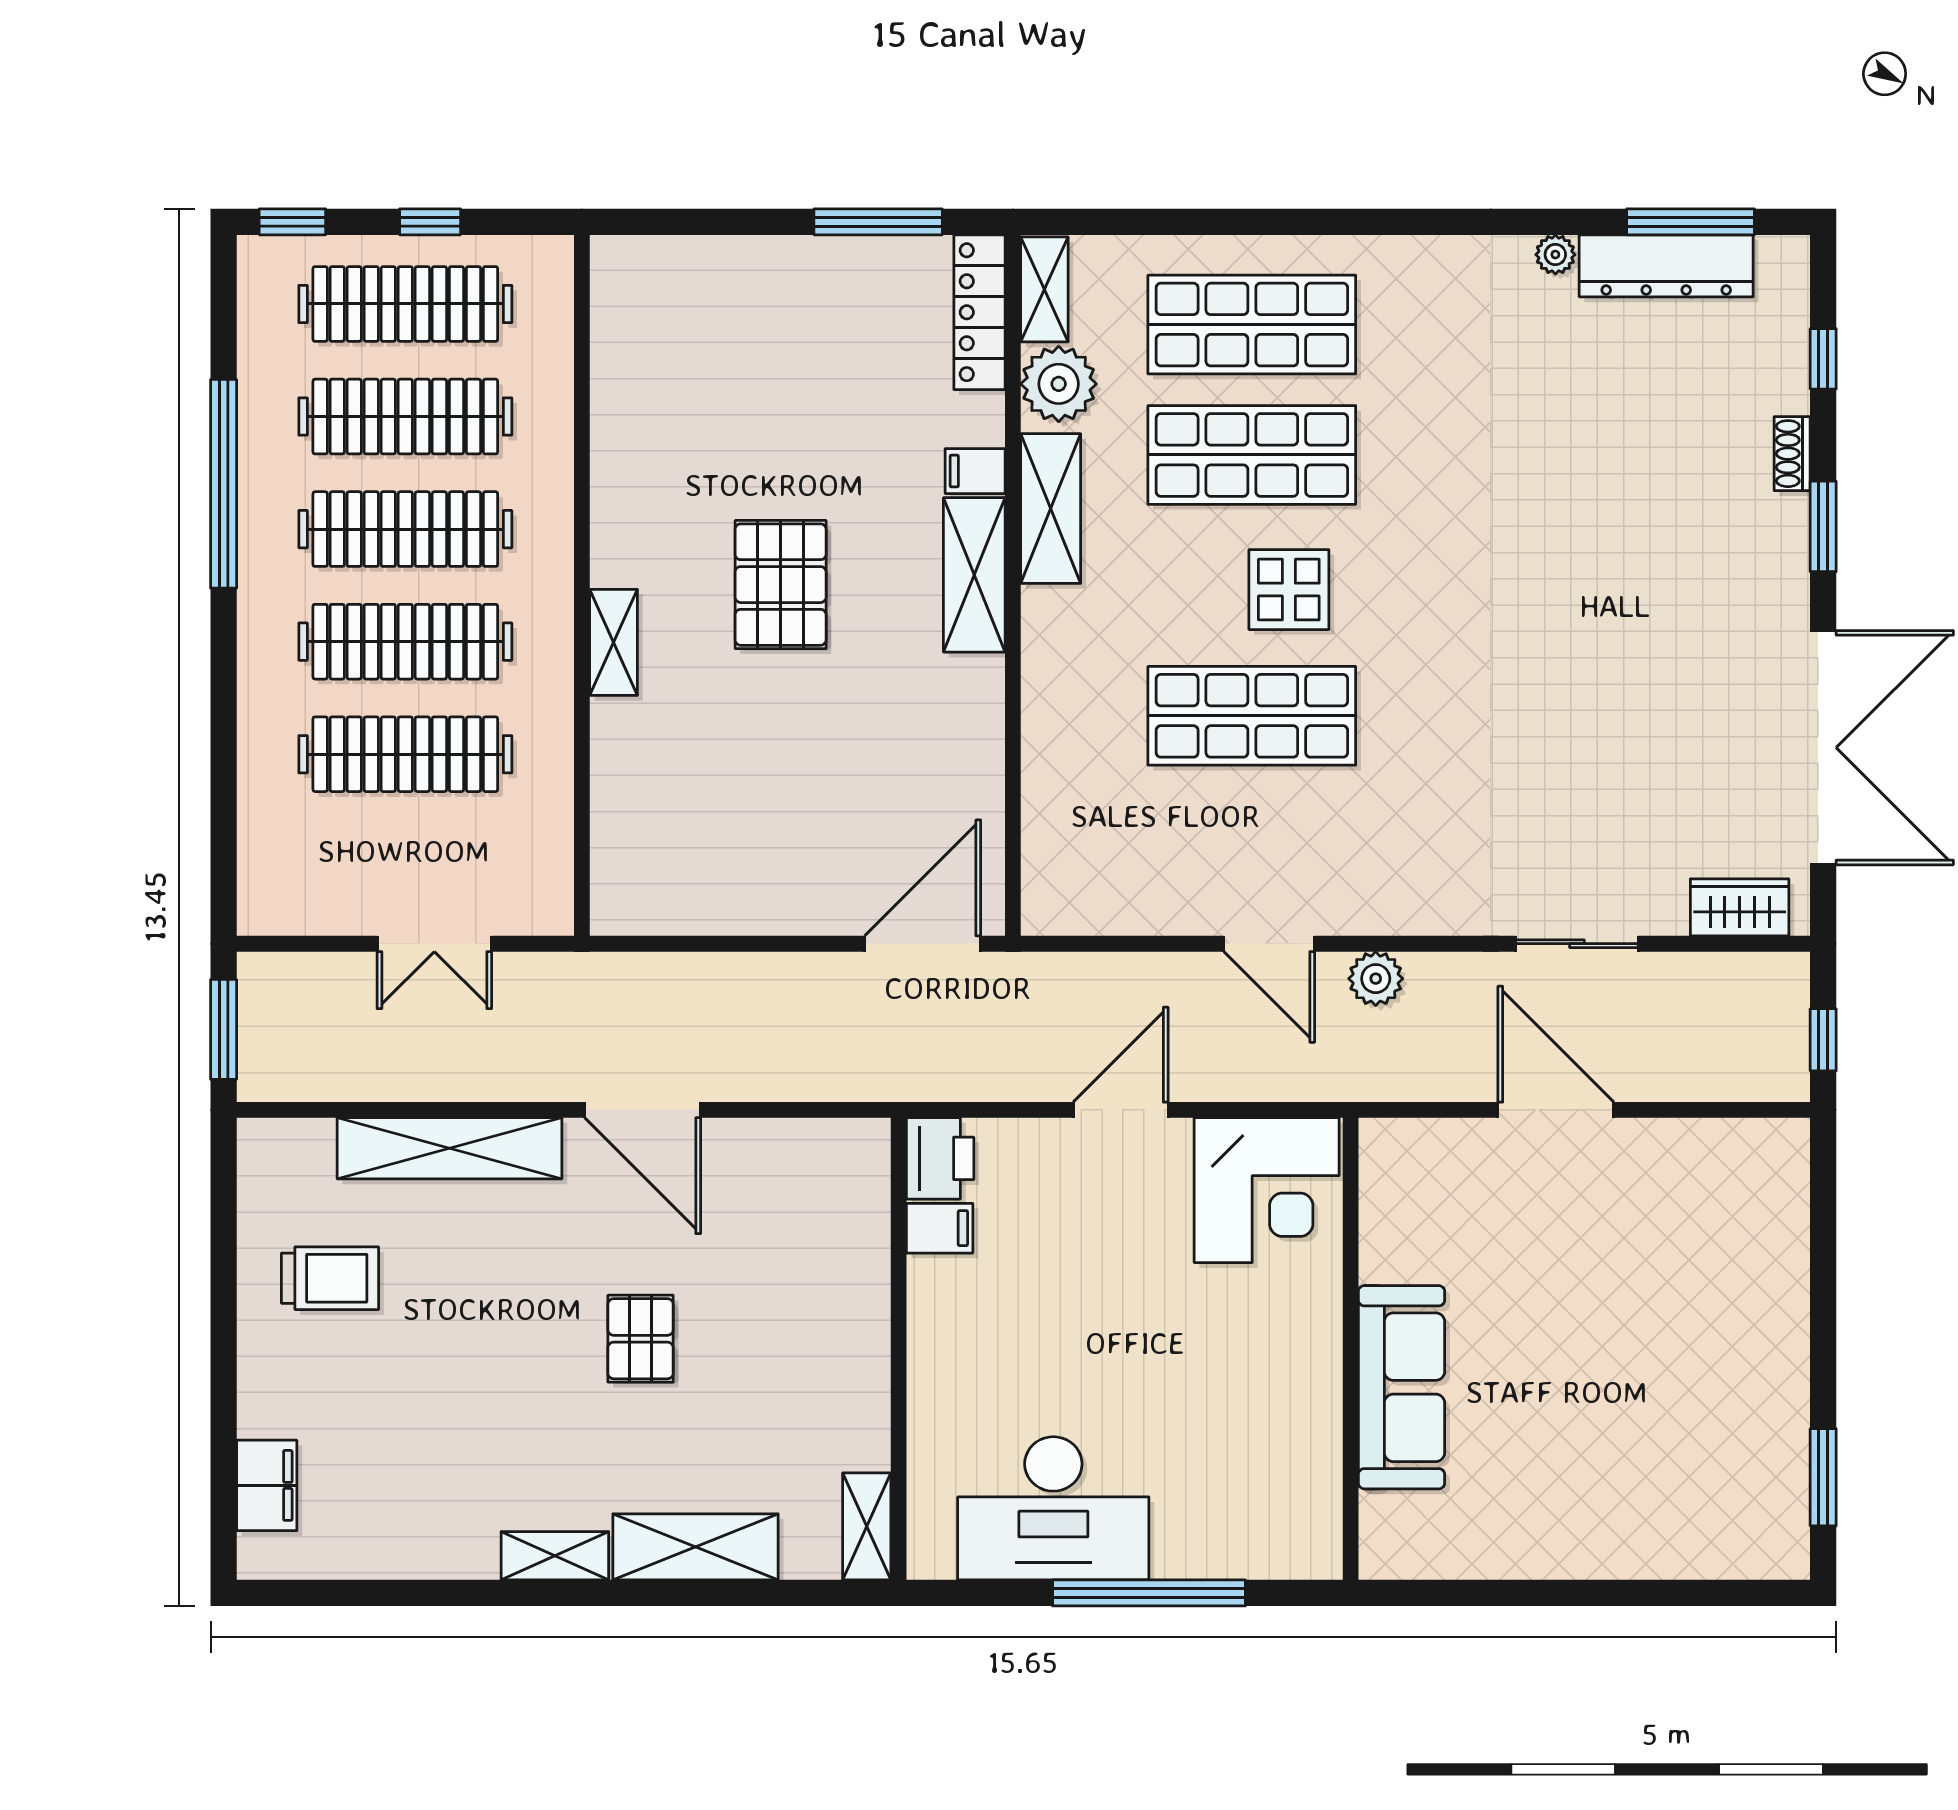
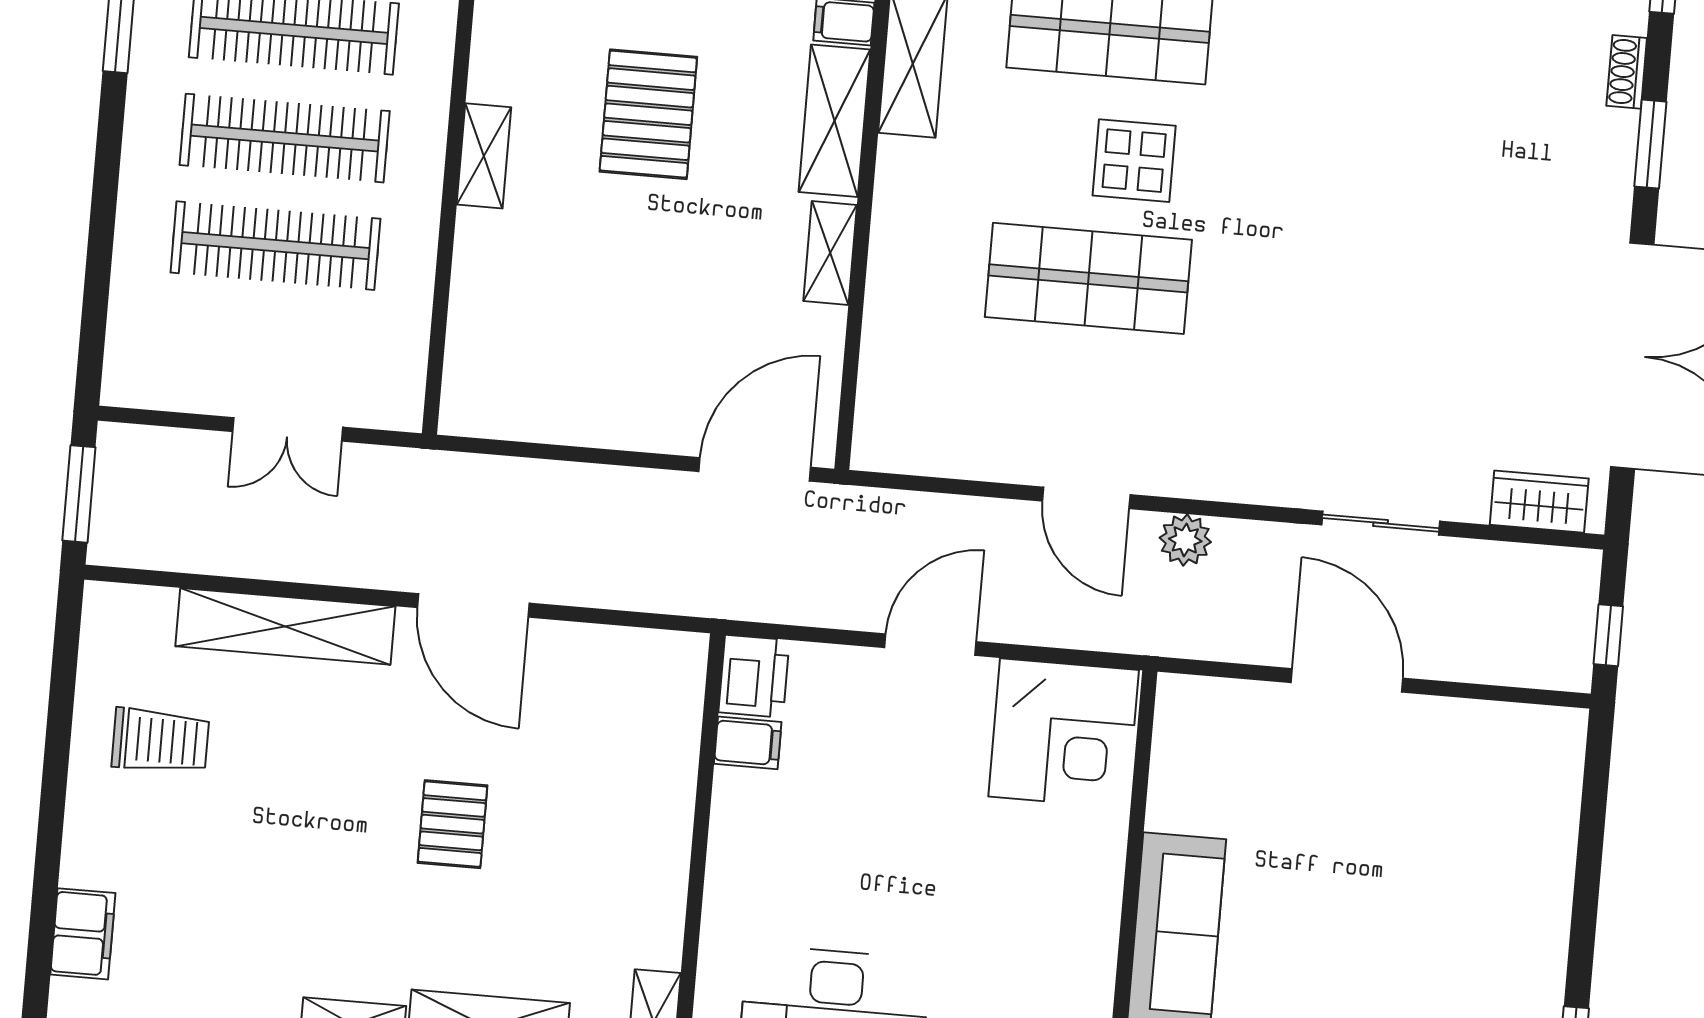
shelving: (982, 712) -> (830, 253), added

